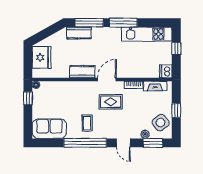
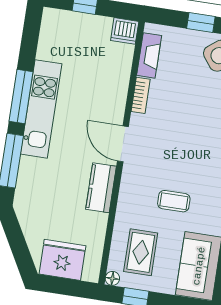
kitchen counter: (79, 33) -> (28, 183), removed
kitchen unit: (147, 34) -> (41, 109), moved
rug: (111, 102) -> (141, 252), moved
coffee table: (87, 123) -> (174, 201), moved

